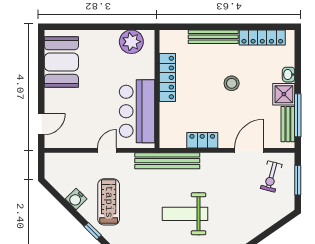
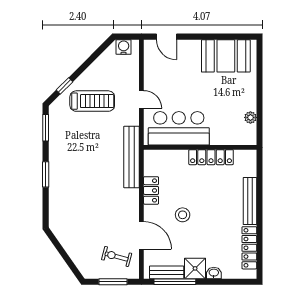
plant: (131, 42) -> (250, 117), width x0.53, depth x0.53
stool: (232, 83) -> (183, 215), moved
water cooler: (76, 199) -> (124, 47), moved, turned 45
weight bench: (185, 214) -> (81, 174), removed

